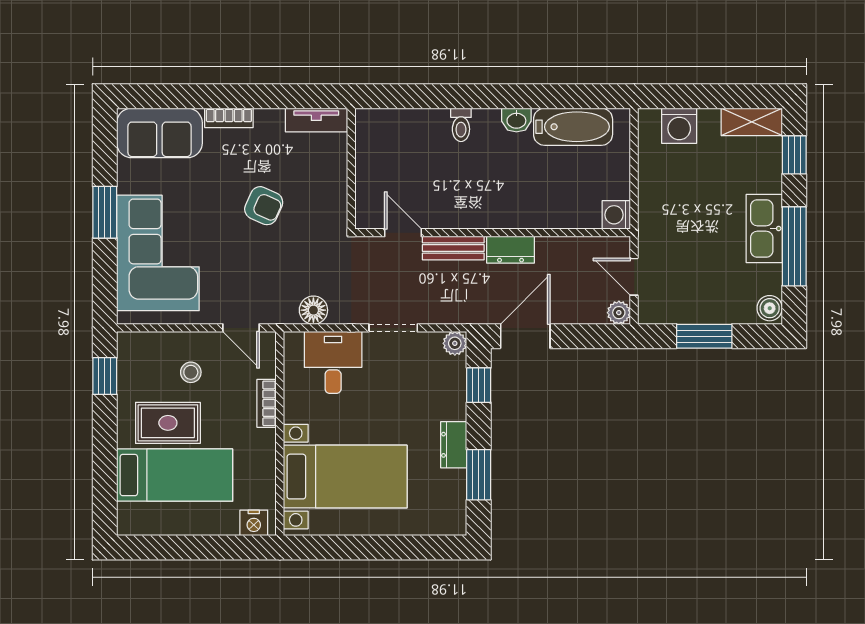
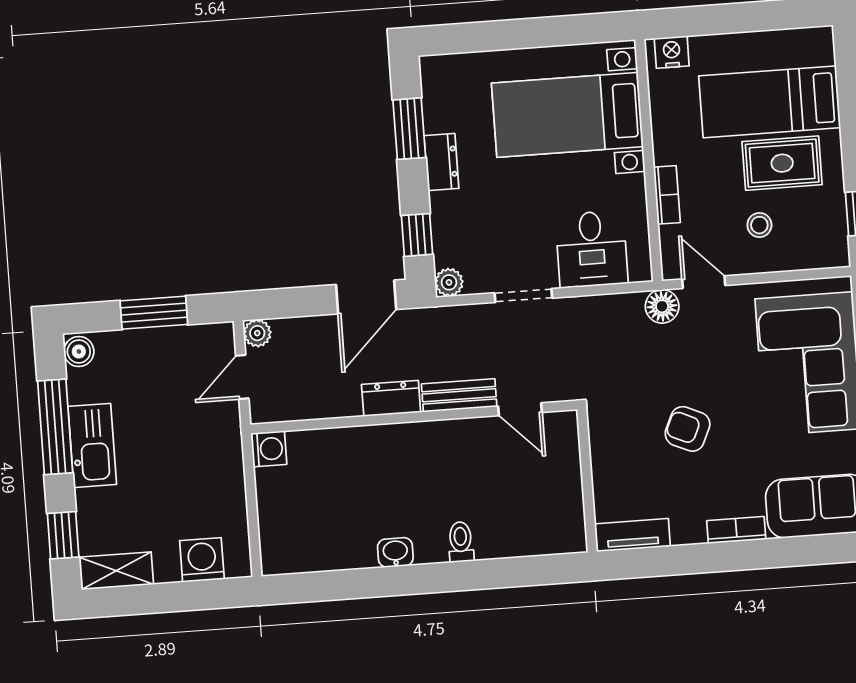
bathtub: (573, 127) -> (328, 549), removed
door: (634, 277) -> (242, 377), swing flipped
floor lamp: (313, 310) -> (662, 306), moved

